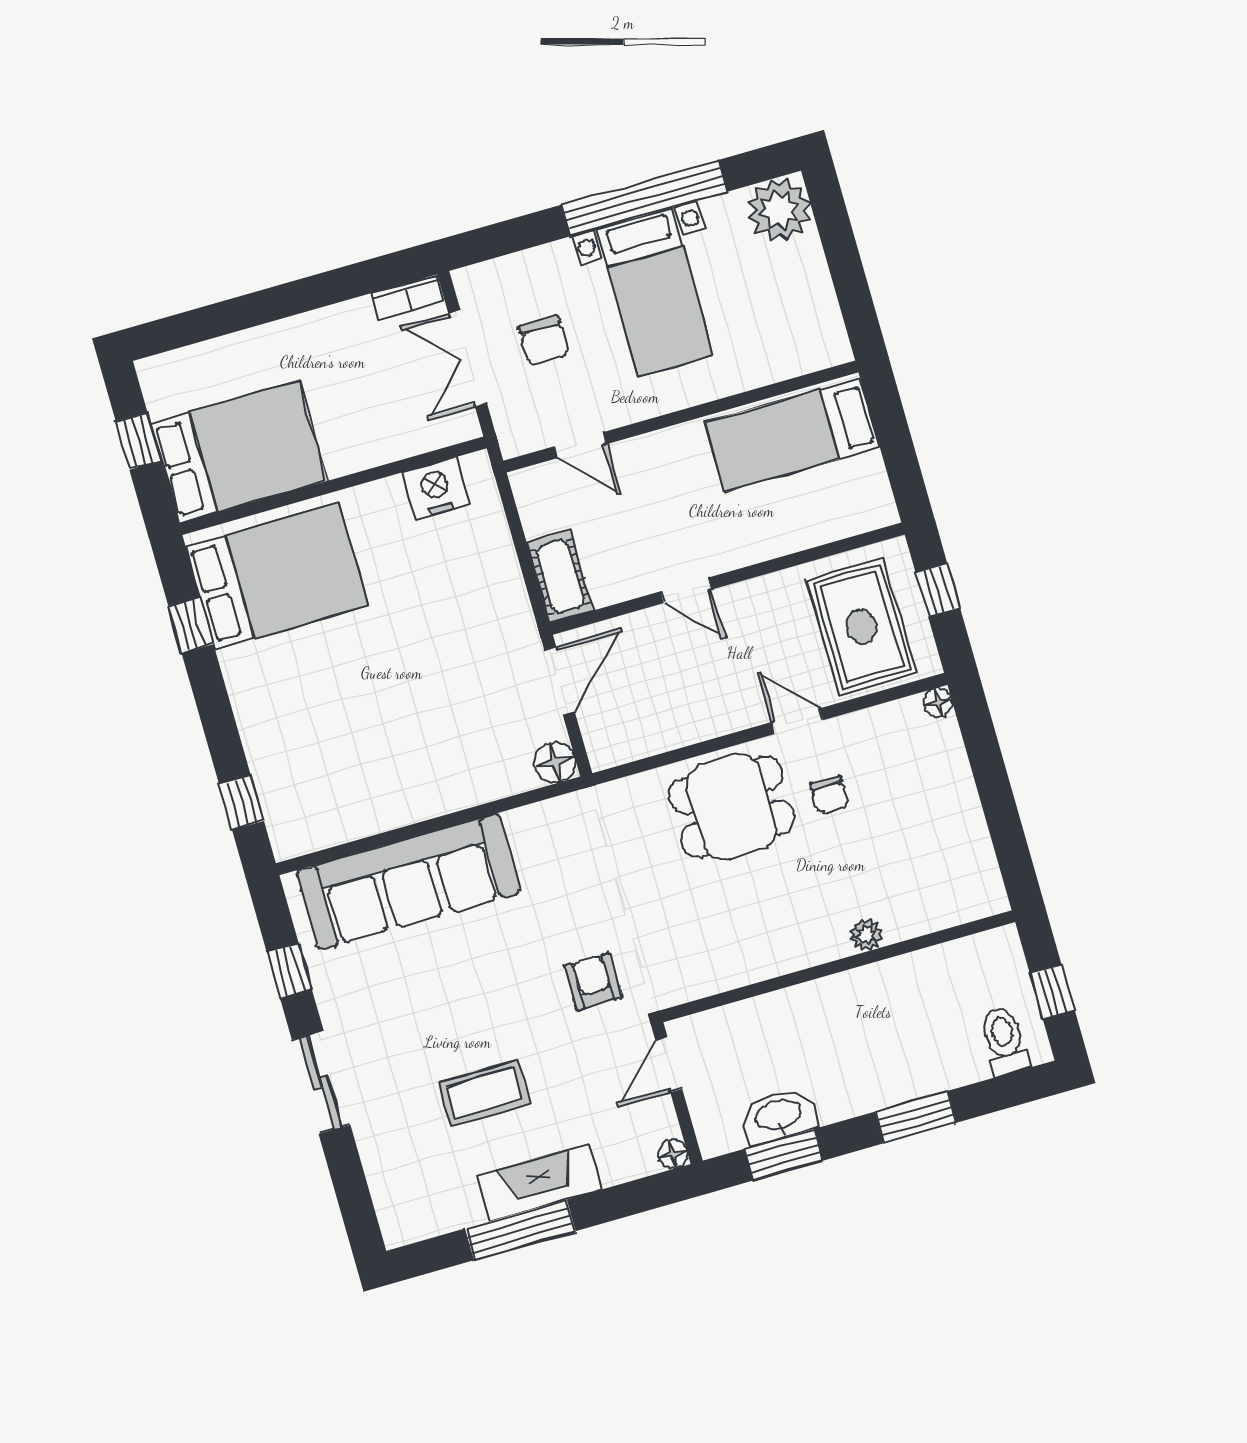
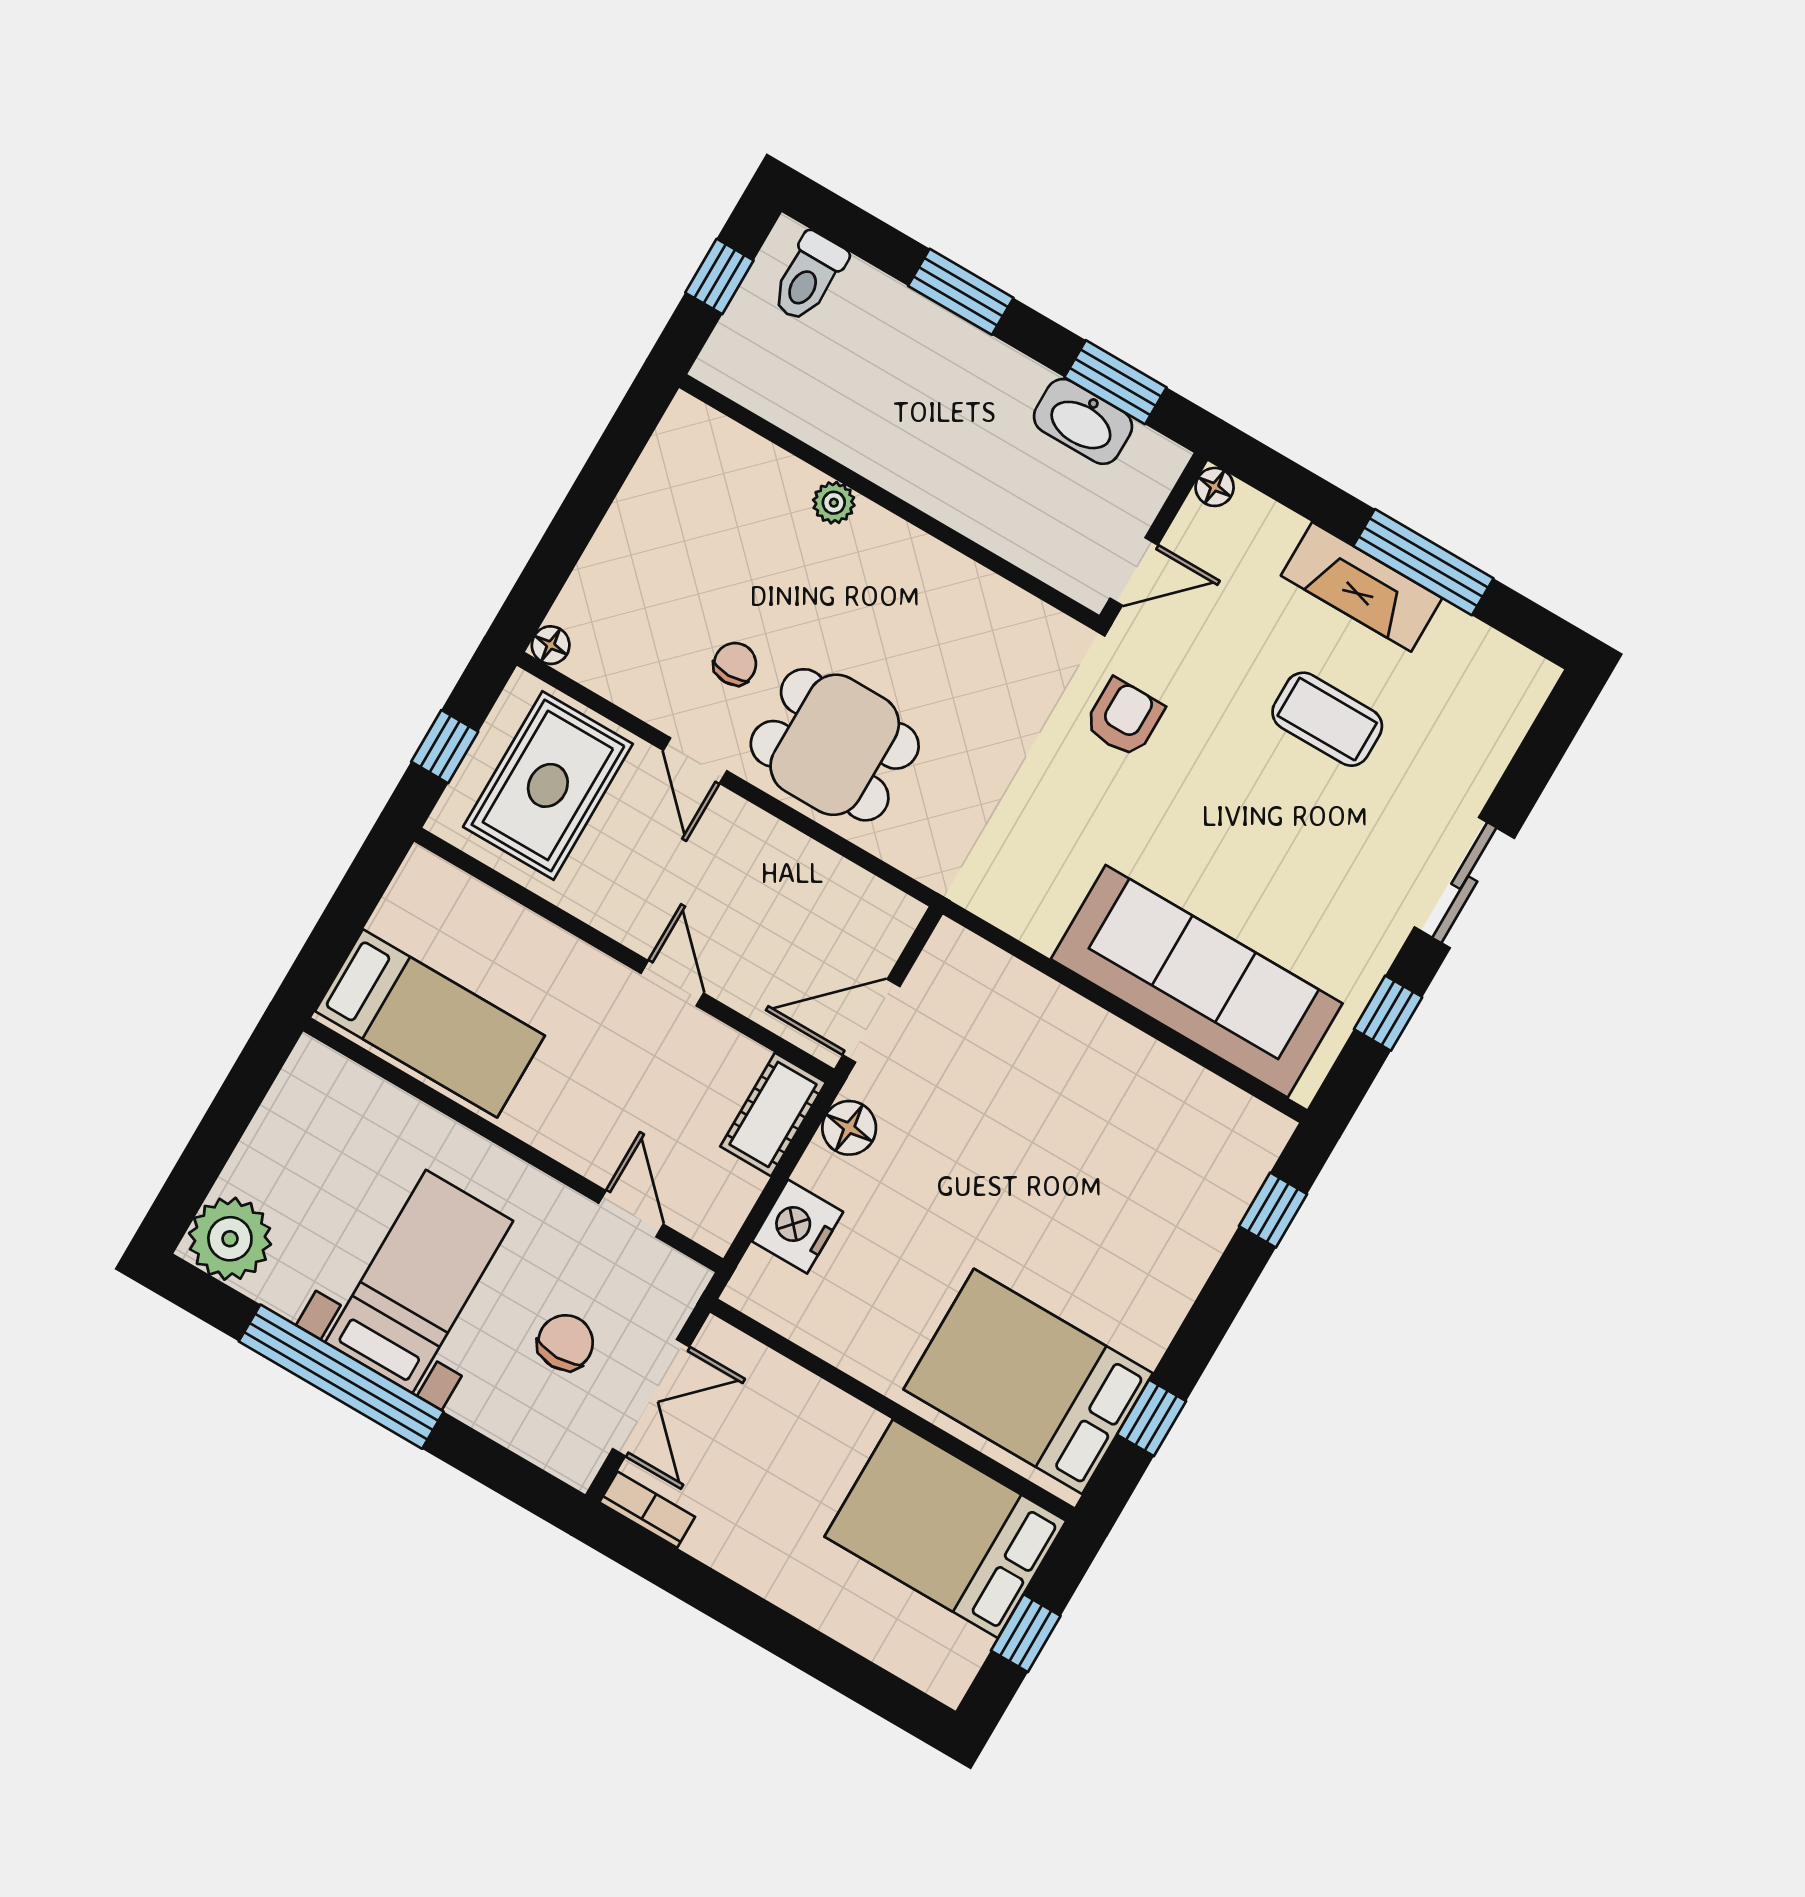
nightstand: (436, 488) -> (798, 1227), moved, turned 90
floor lamp: (555, 762) -> (849, 1128), moved
armchair: (593, 982) -> (1124, 718), turned 180

